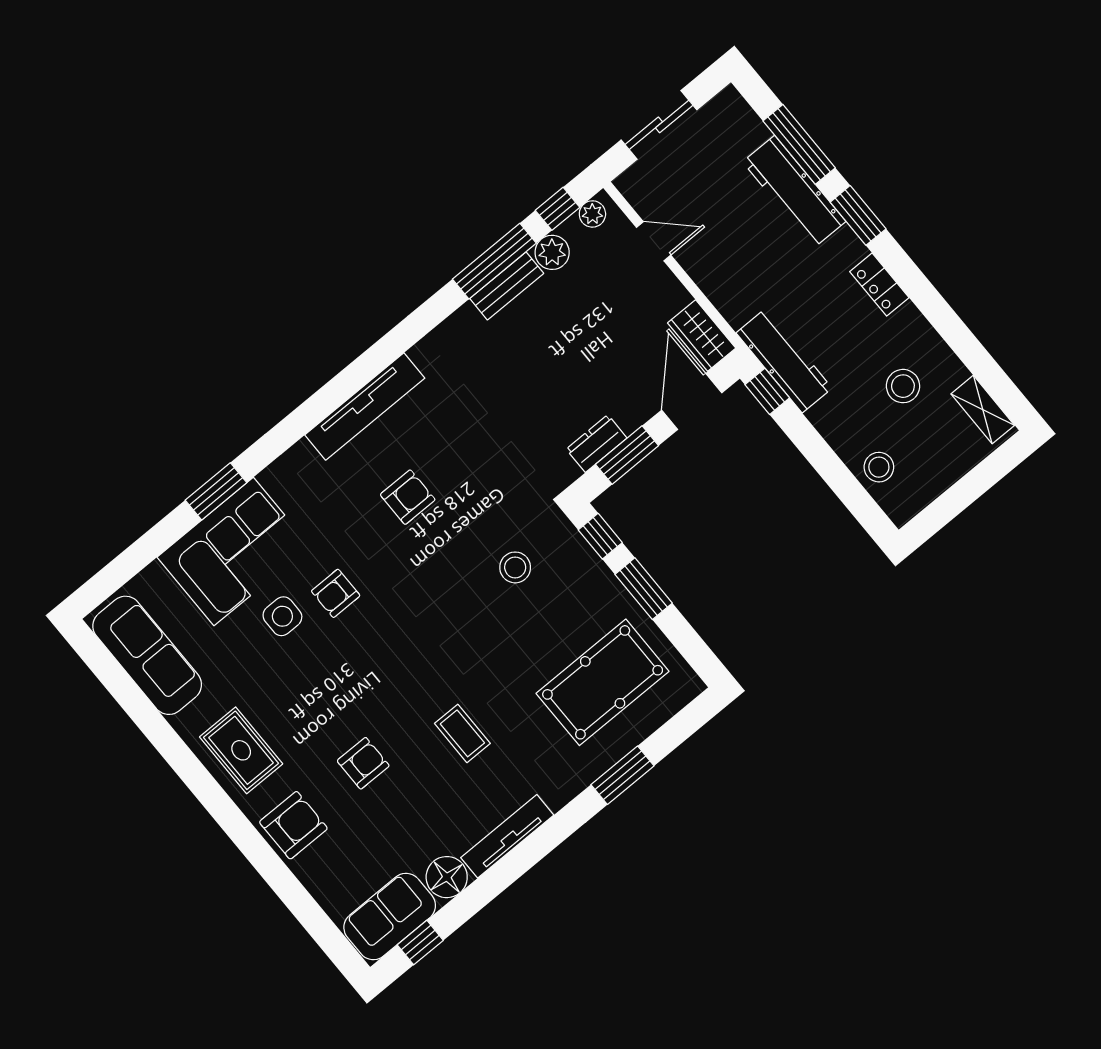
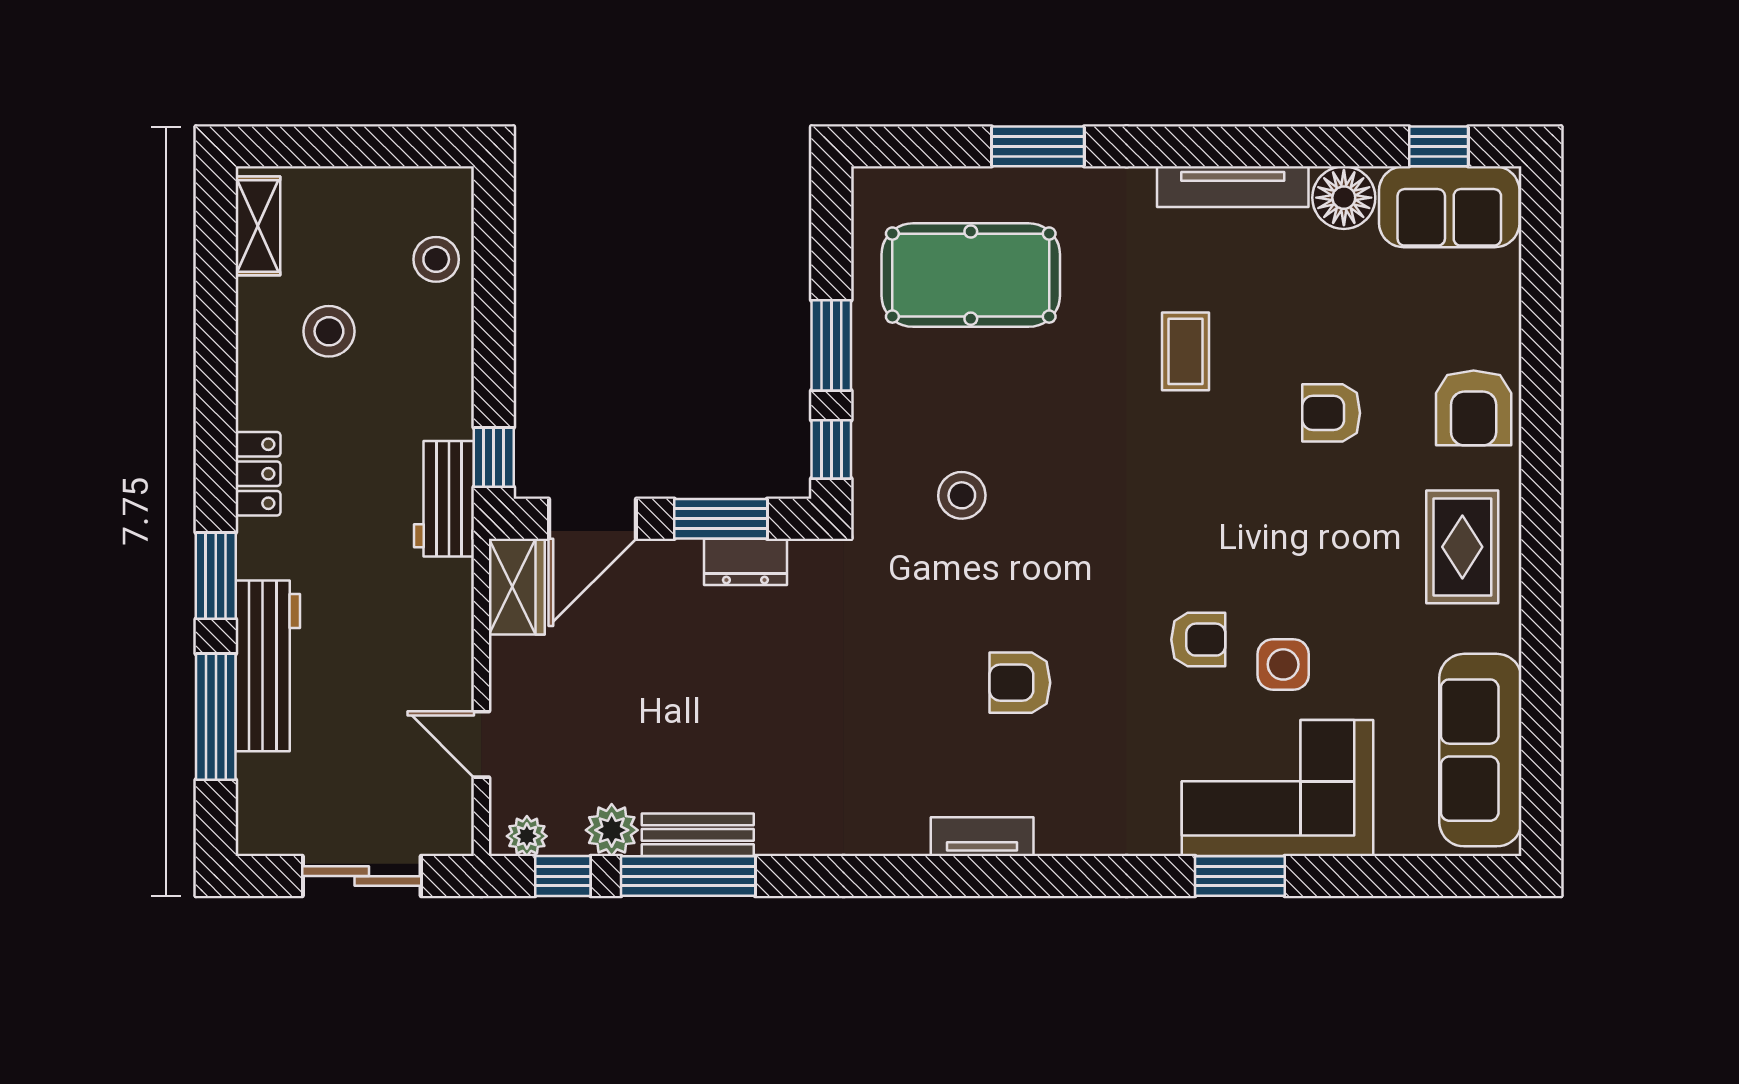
workbench: (784, 361) -> (444, 499), width x0.73
tv unit: (365, 407) -> (982, 837), width x0.52, depth x0.78
armchair: (293, 825) -> (1474, 408), turned -90

